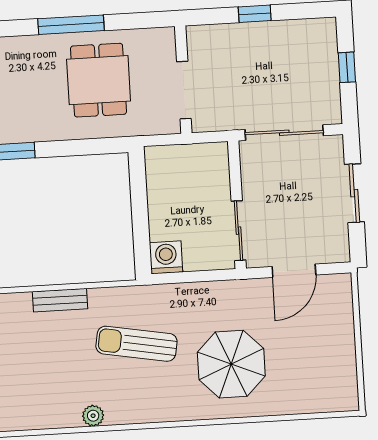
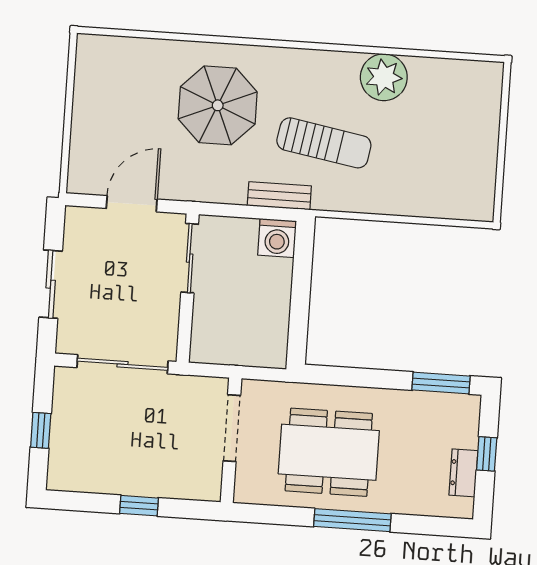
dining table: (99, 80) -> (329, 452), width x1.38
bench: (60, 300) -> (279, 196), moved
plant: (93, 416) -> (384, 77), width x1.88, depth x1.88

